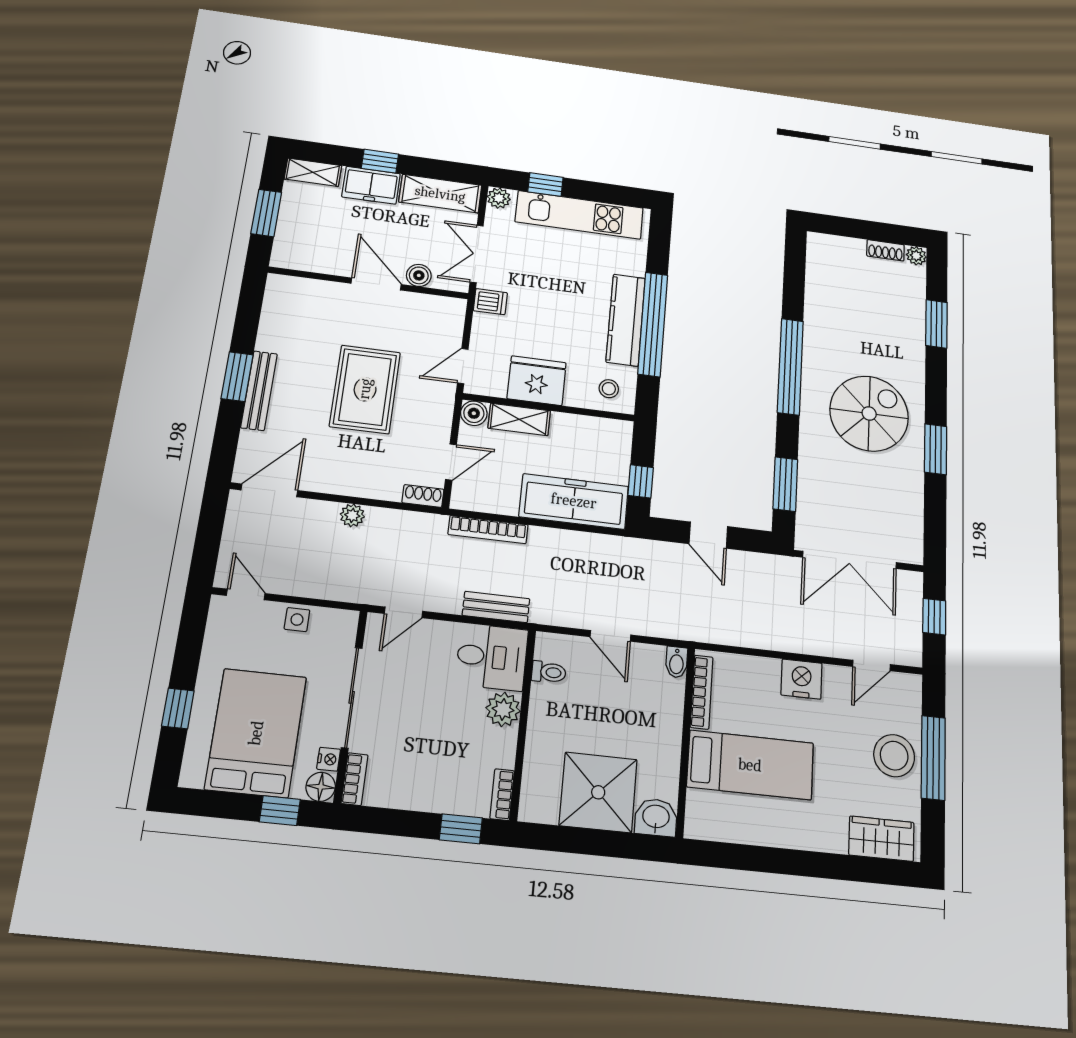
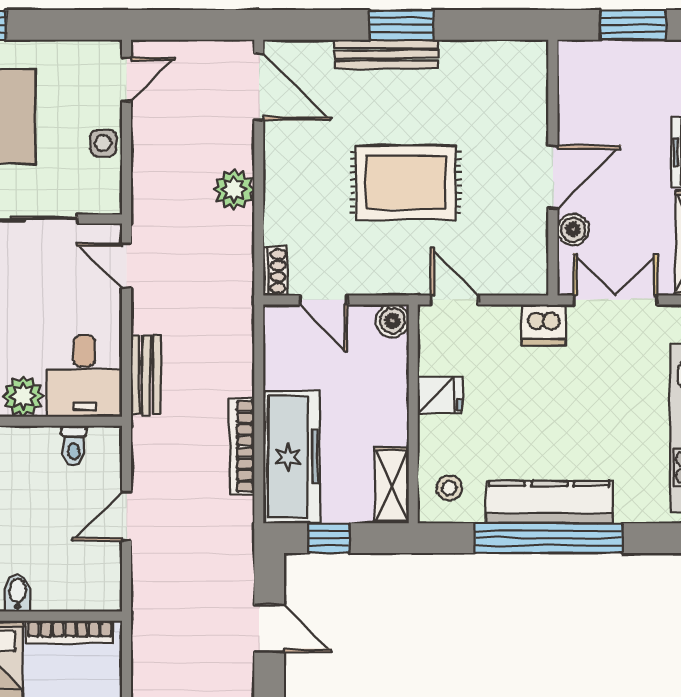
dishwasher: (490, 302) -> (543, 325), width x1.38
fridge: (537, 381) -> (440, 395), width x0.53, depth x0.75
shelving: (519, 419) -> (392, 485), moved
plant: (352, 515) -> (234, 189), width x1.38, depth x1.38
bookcase: (488, 530) -> (242, 447), moved
door: (708, 535) -> (269, 628), swing flipped
bidet: (677, 662) -> (18, 593), moved, turned 90

